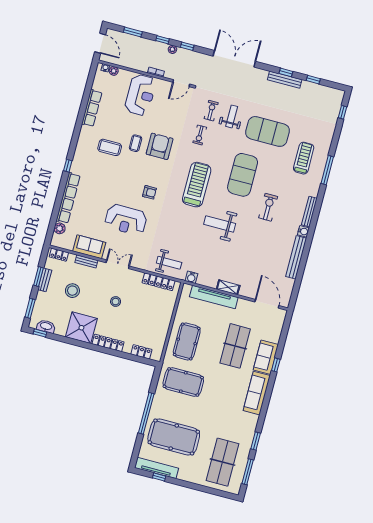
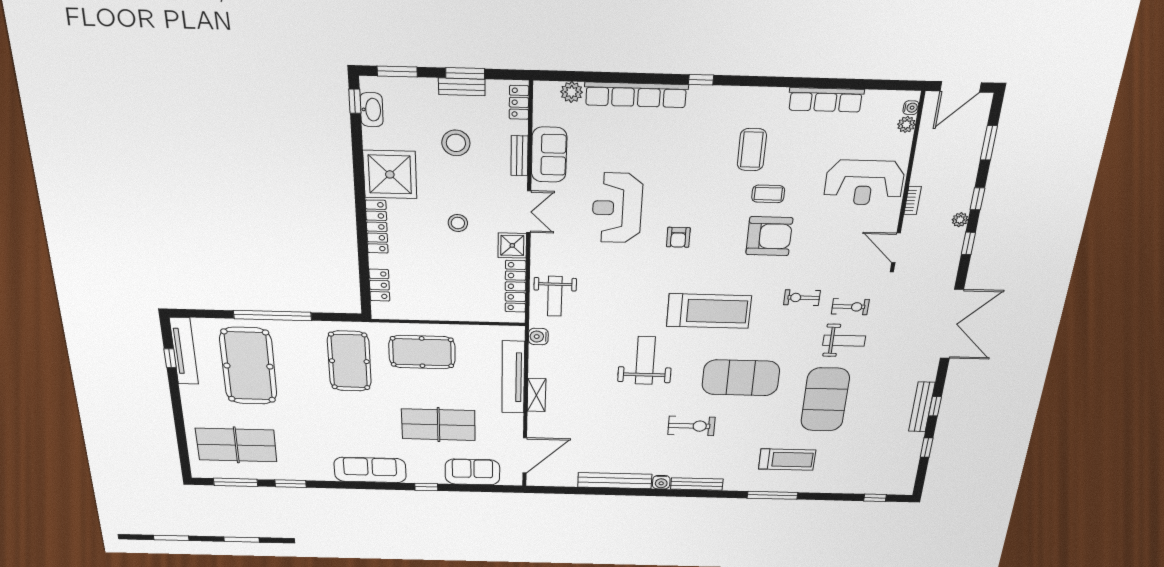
shower: (135, 277) -> (512, 245), added
sofa: (266, 357) -> (472, 472), moved

